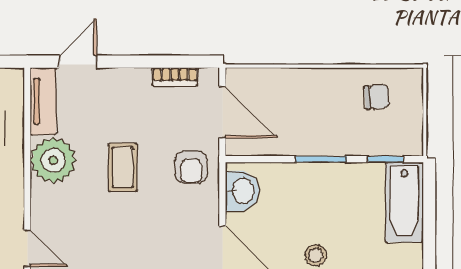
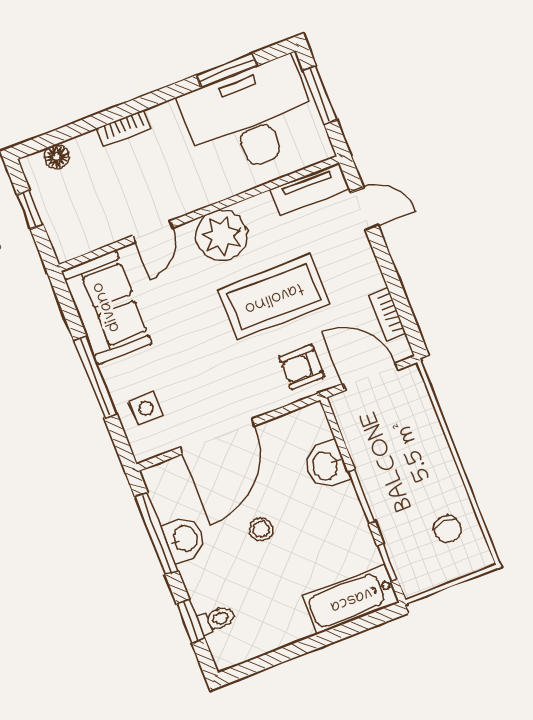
door: (222, 112) -> (370, 377), swing flipped
plant: (53, 160) -> (221, 236), moved
coffee table: (123, 167) -> (274, 297), width x1.86, depth x1.72
washbasin: (242, 191) -> (326, 465), moved, turned 90

